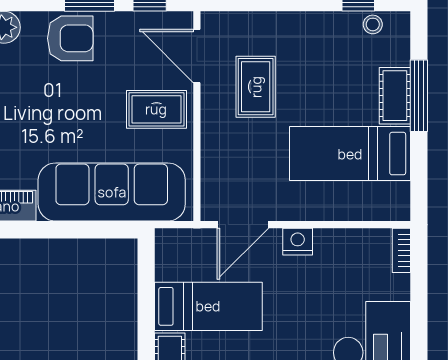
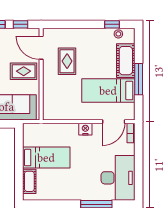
cot: (395, 96) -> (126, 61), width x1.37, depth x1.34
window: (419, 96) -> (139, 79), moved
door: (243, 225) -> (114, 122), moved

